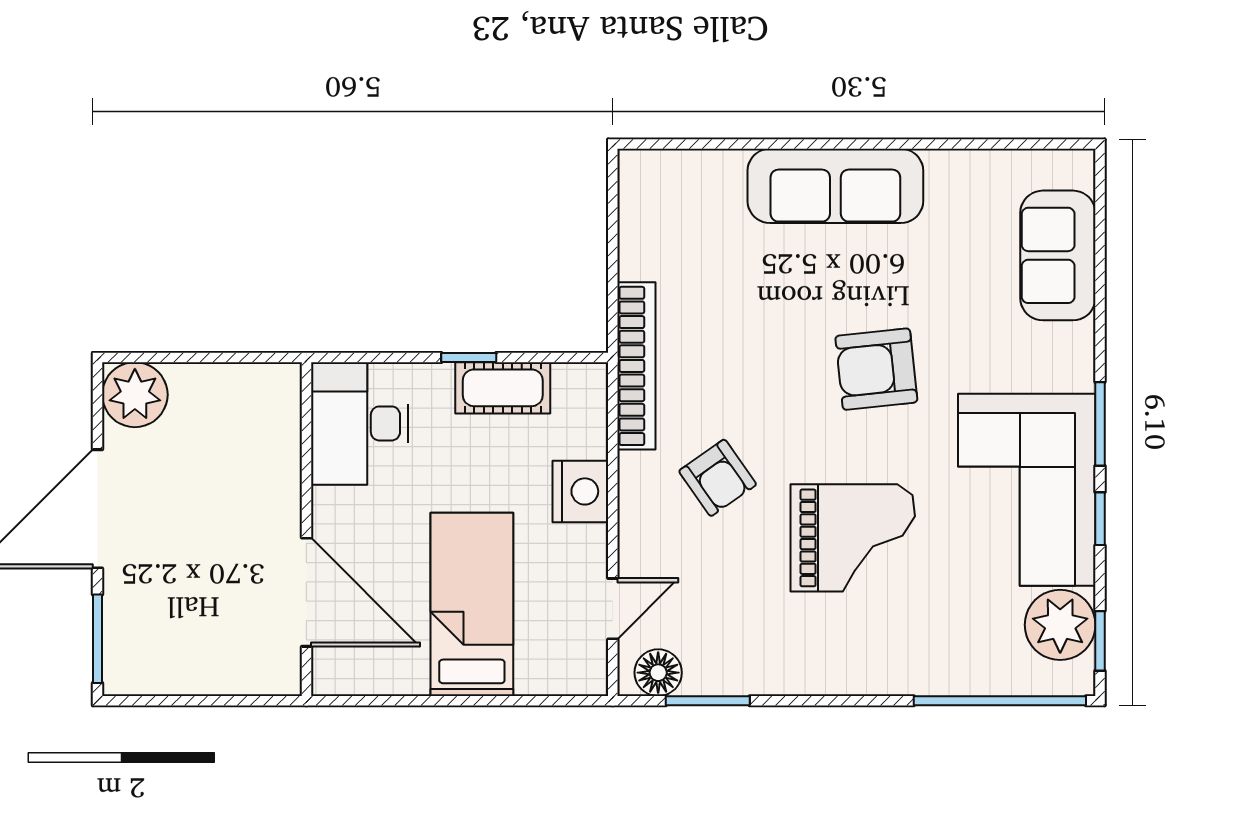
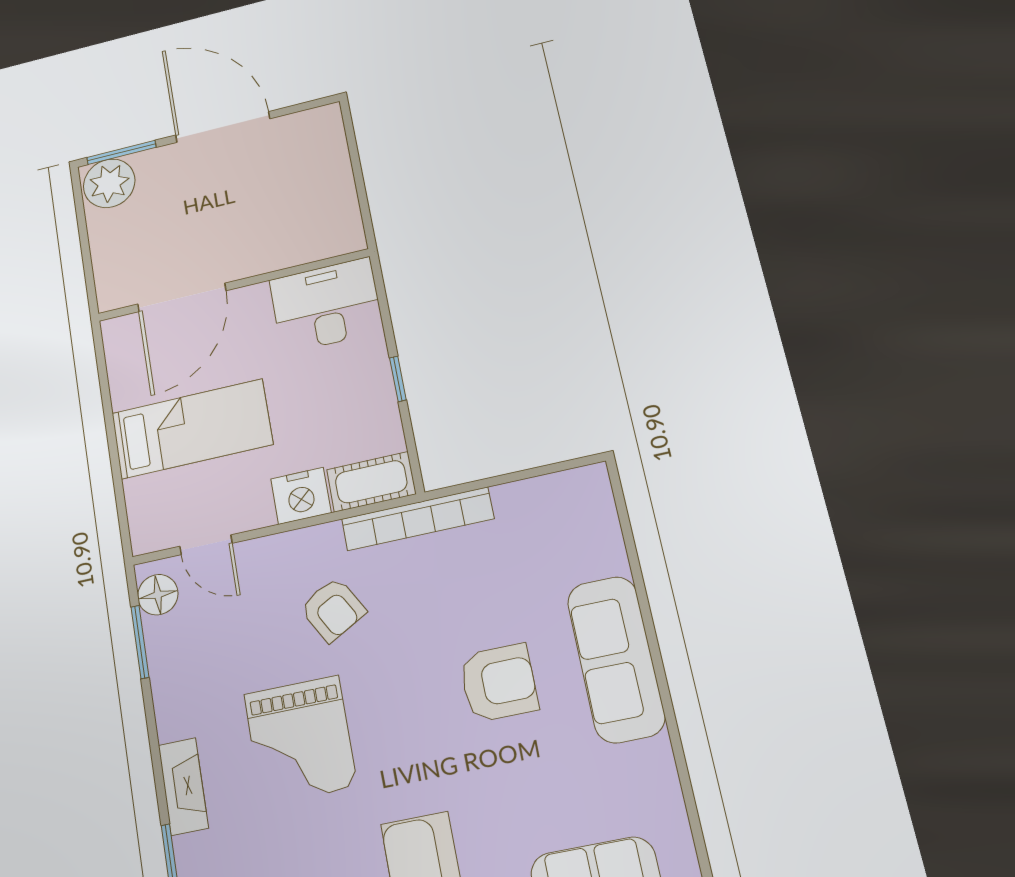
armchair: (876, 369) -> (499, 683), moved, turned 96
cot: (503, 388) -> (371, 482), moved, turned 90
plant: (135, 395) -> (109, 183), moved
armchair: (718, 478) -> (333, 610), turned -84
fireplace: (877, 675) -> (183, 786), added

